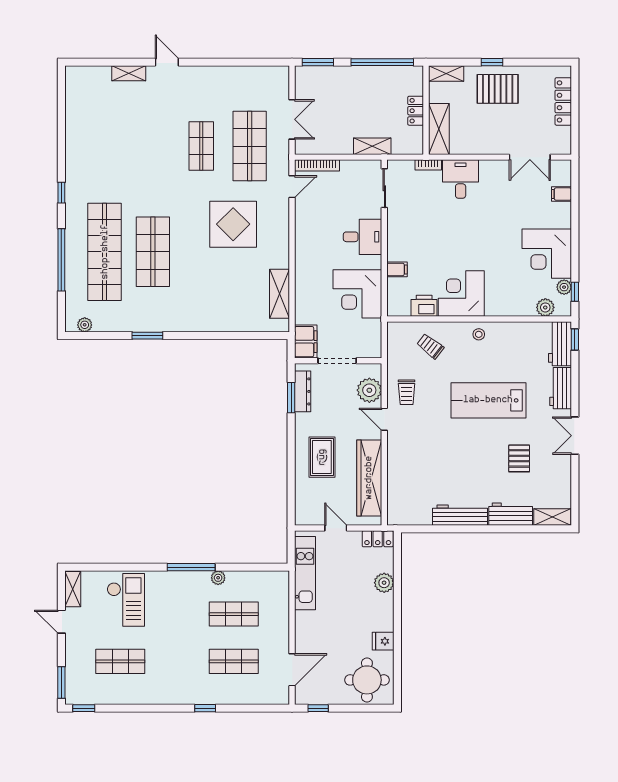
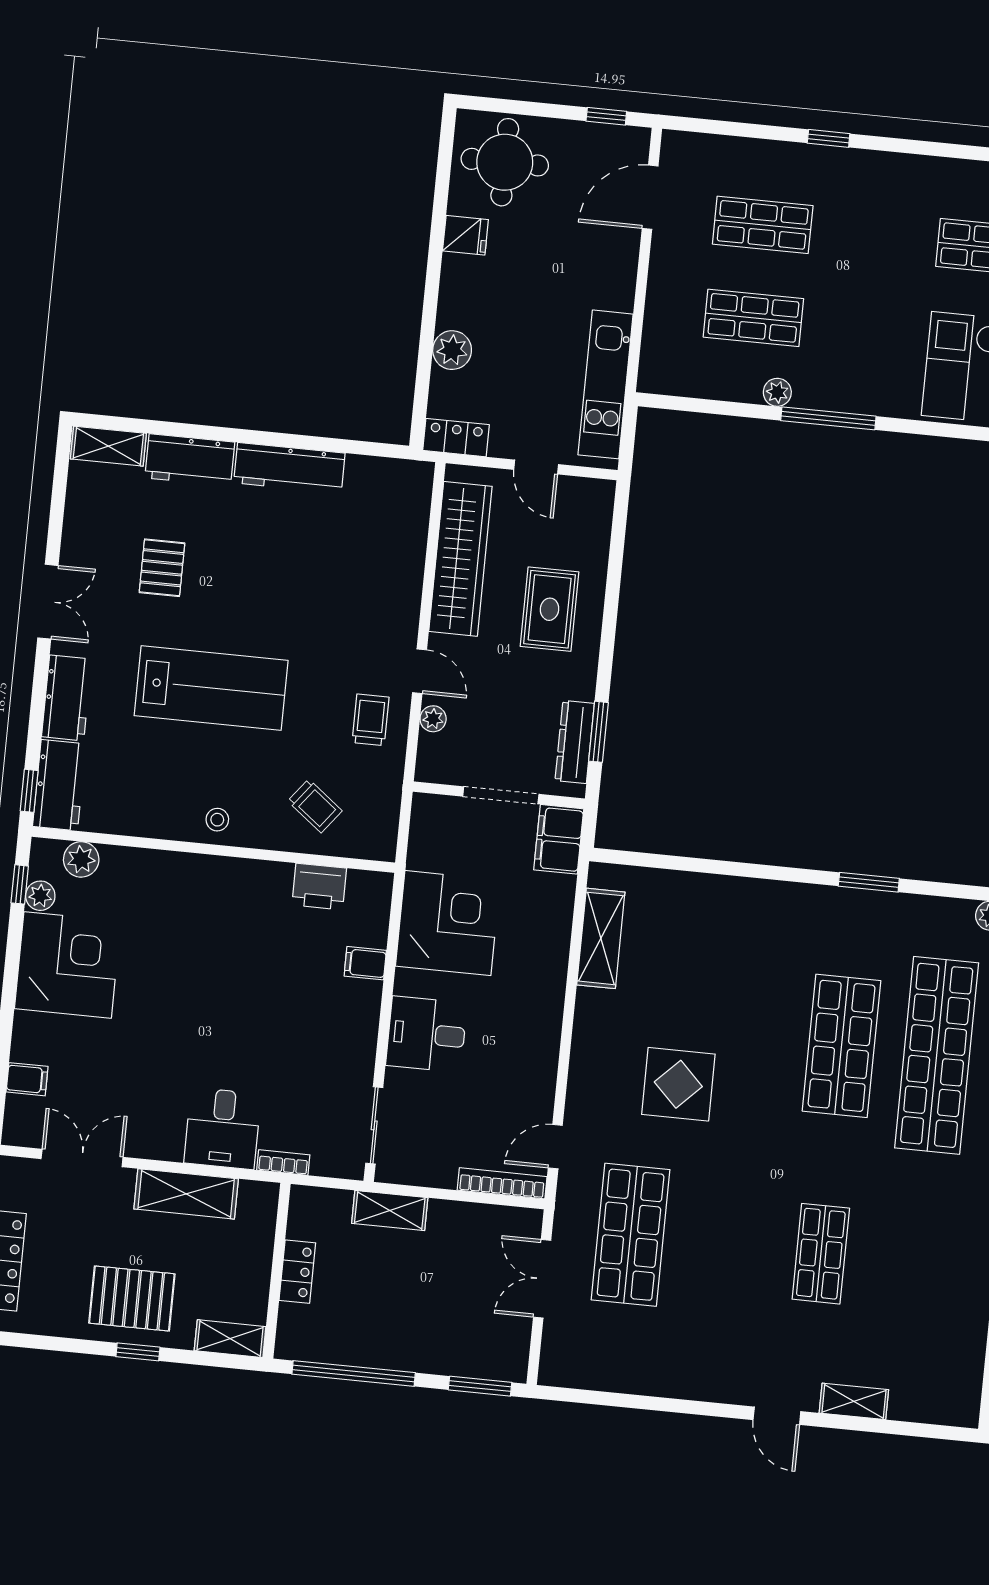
shelving: (439, 129) -> (186, 1194), moved, turned 90
shop shelf: (201, 146) -> (821, 1254), moved
display table: (233, 224) -> (678, 1084), width x0.73, depth x0.73
corner desk: (461, 294) -> (244, 903), removed
plant: (369, 390) -> (433, 719), width x0.53, depth x0.53

